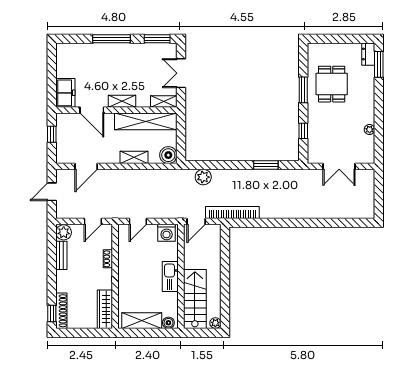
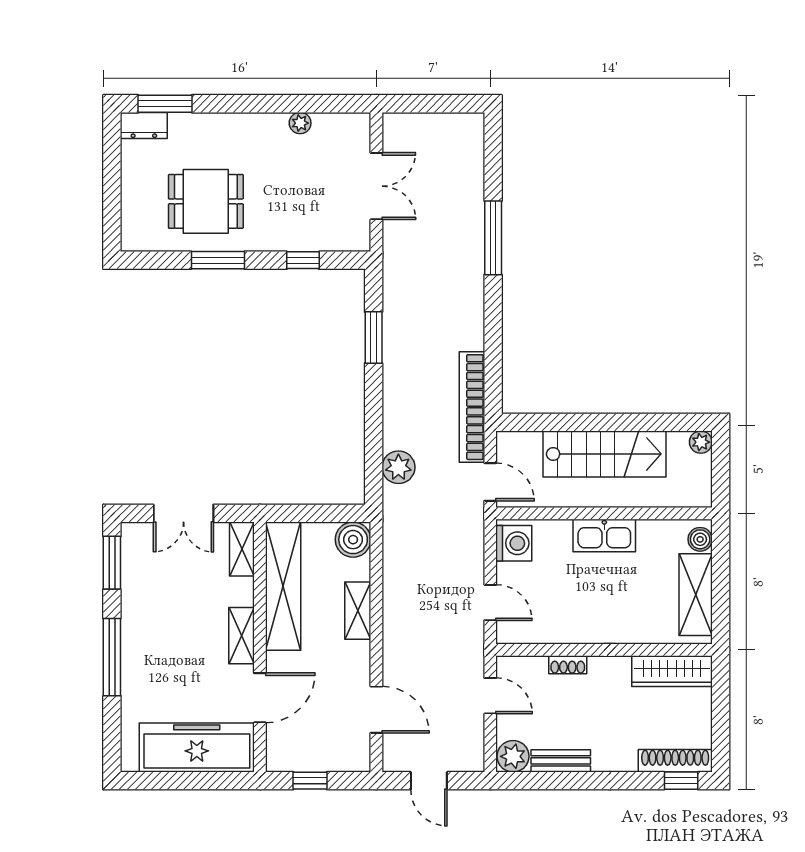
freezer: (65, 93) -> (197, 748), width x1.91, depth x1.26
window: (314, 223) -> (493, 238), added
stairs: (195, 299) -> (605, 454), moved, turned 180

